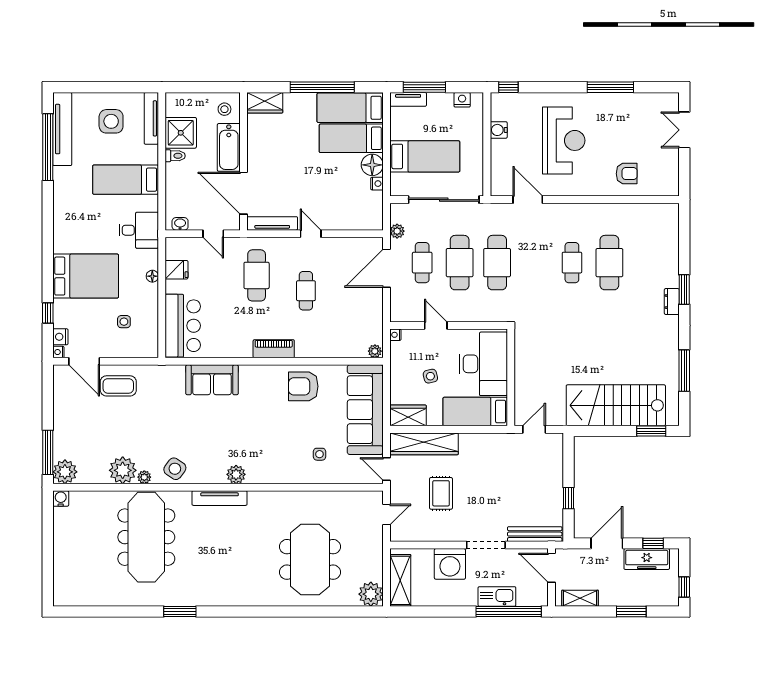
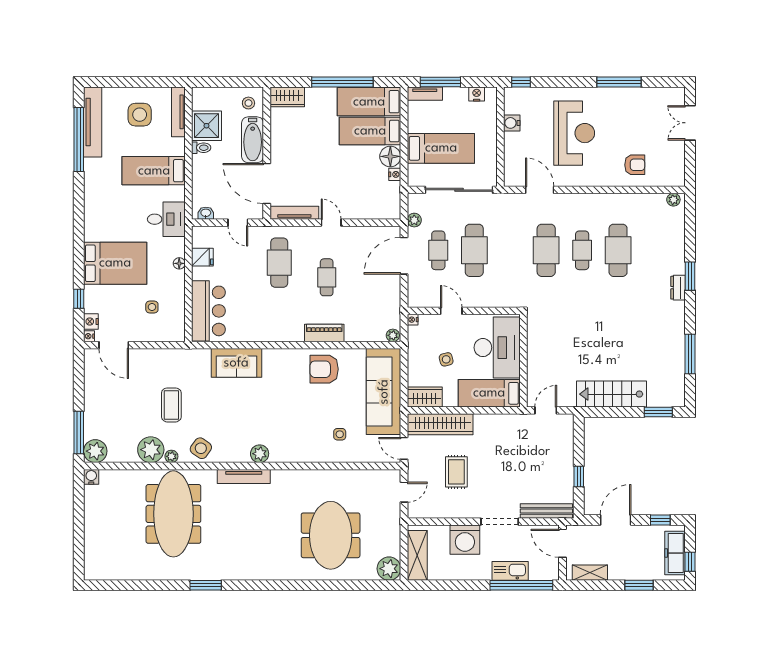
plant: (667, 210) -> (673, 200), added
cafe table: (497, 263) -> (546, 250), moved
piano: (274, 349) -> (324, 333), moved
coffee table: (118, 386) -> (171, 405), moved, turned 90
stairs: (616, 405) -> (612, 394), width x0.73, depth x0.66
freezer: (647, 559) -> (675, 553), moved, turned 90

